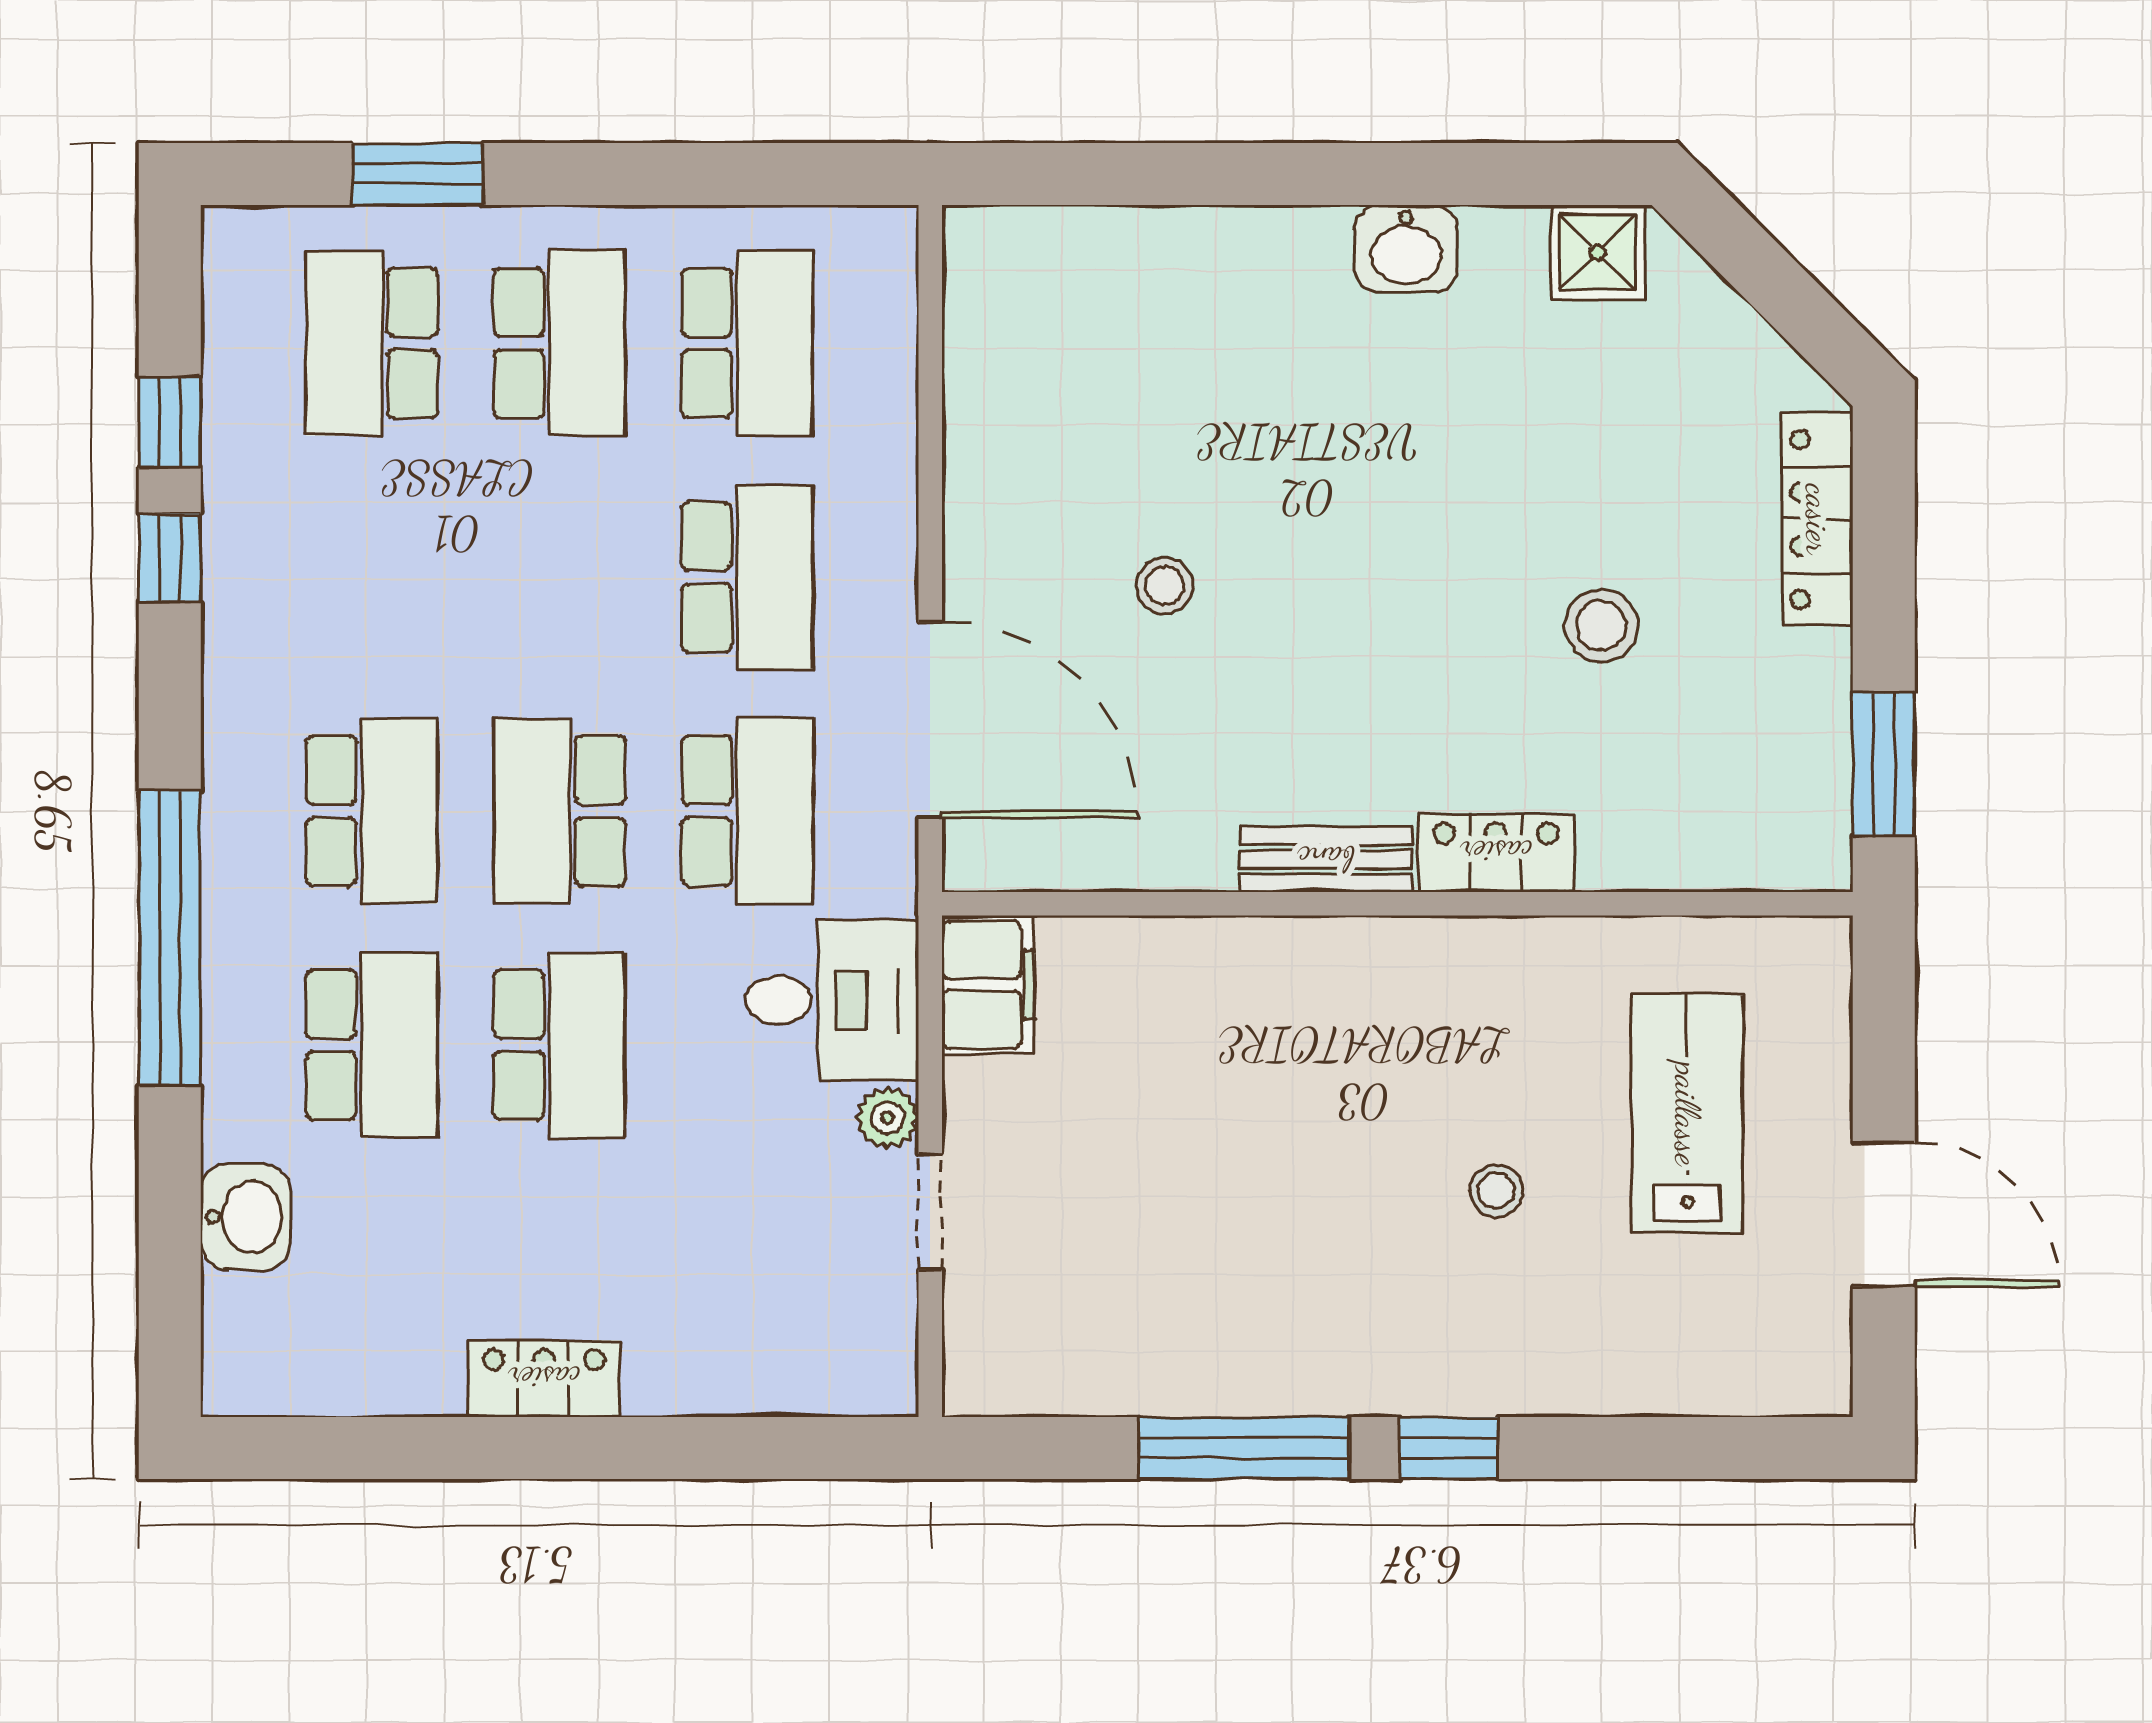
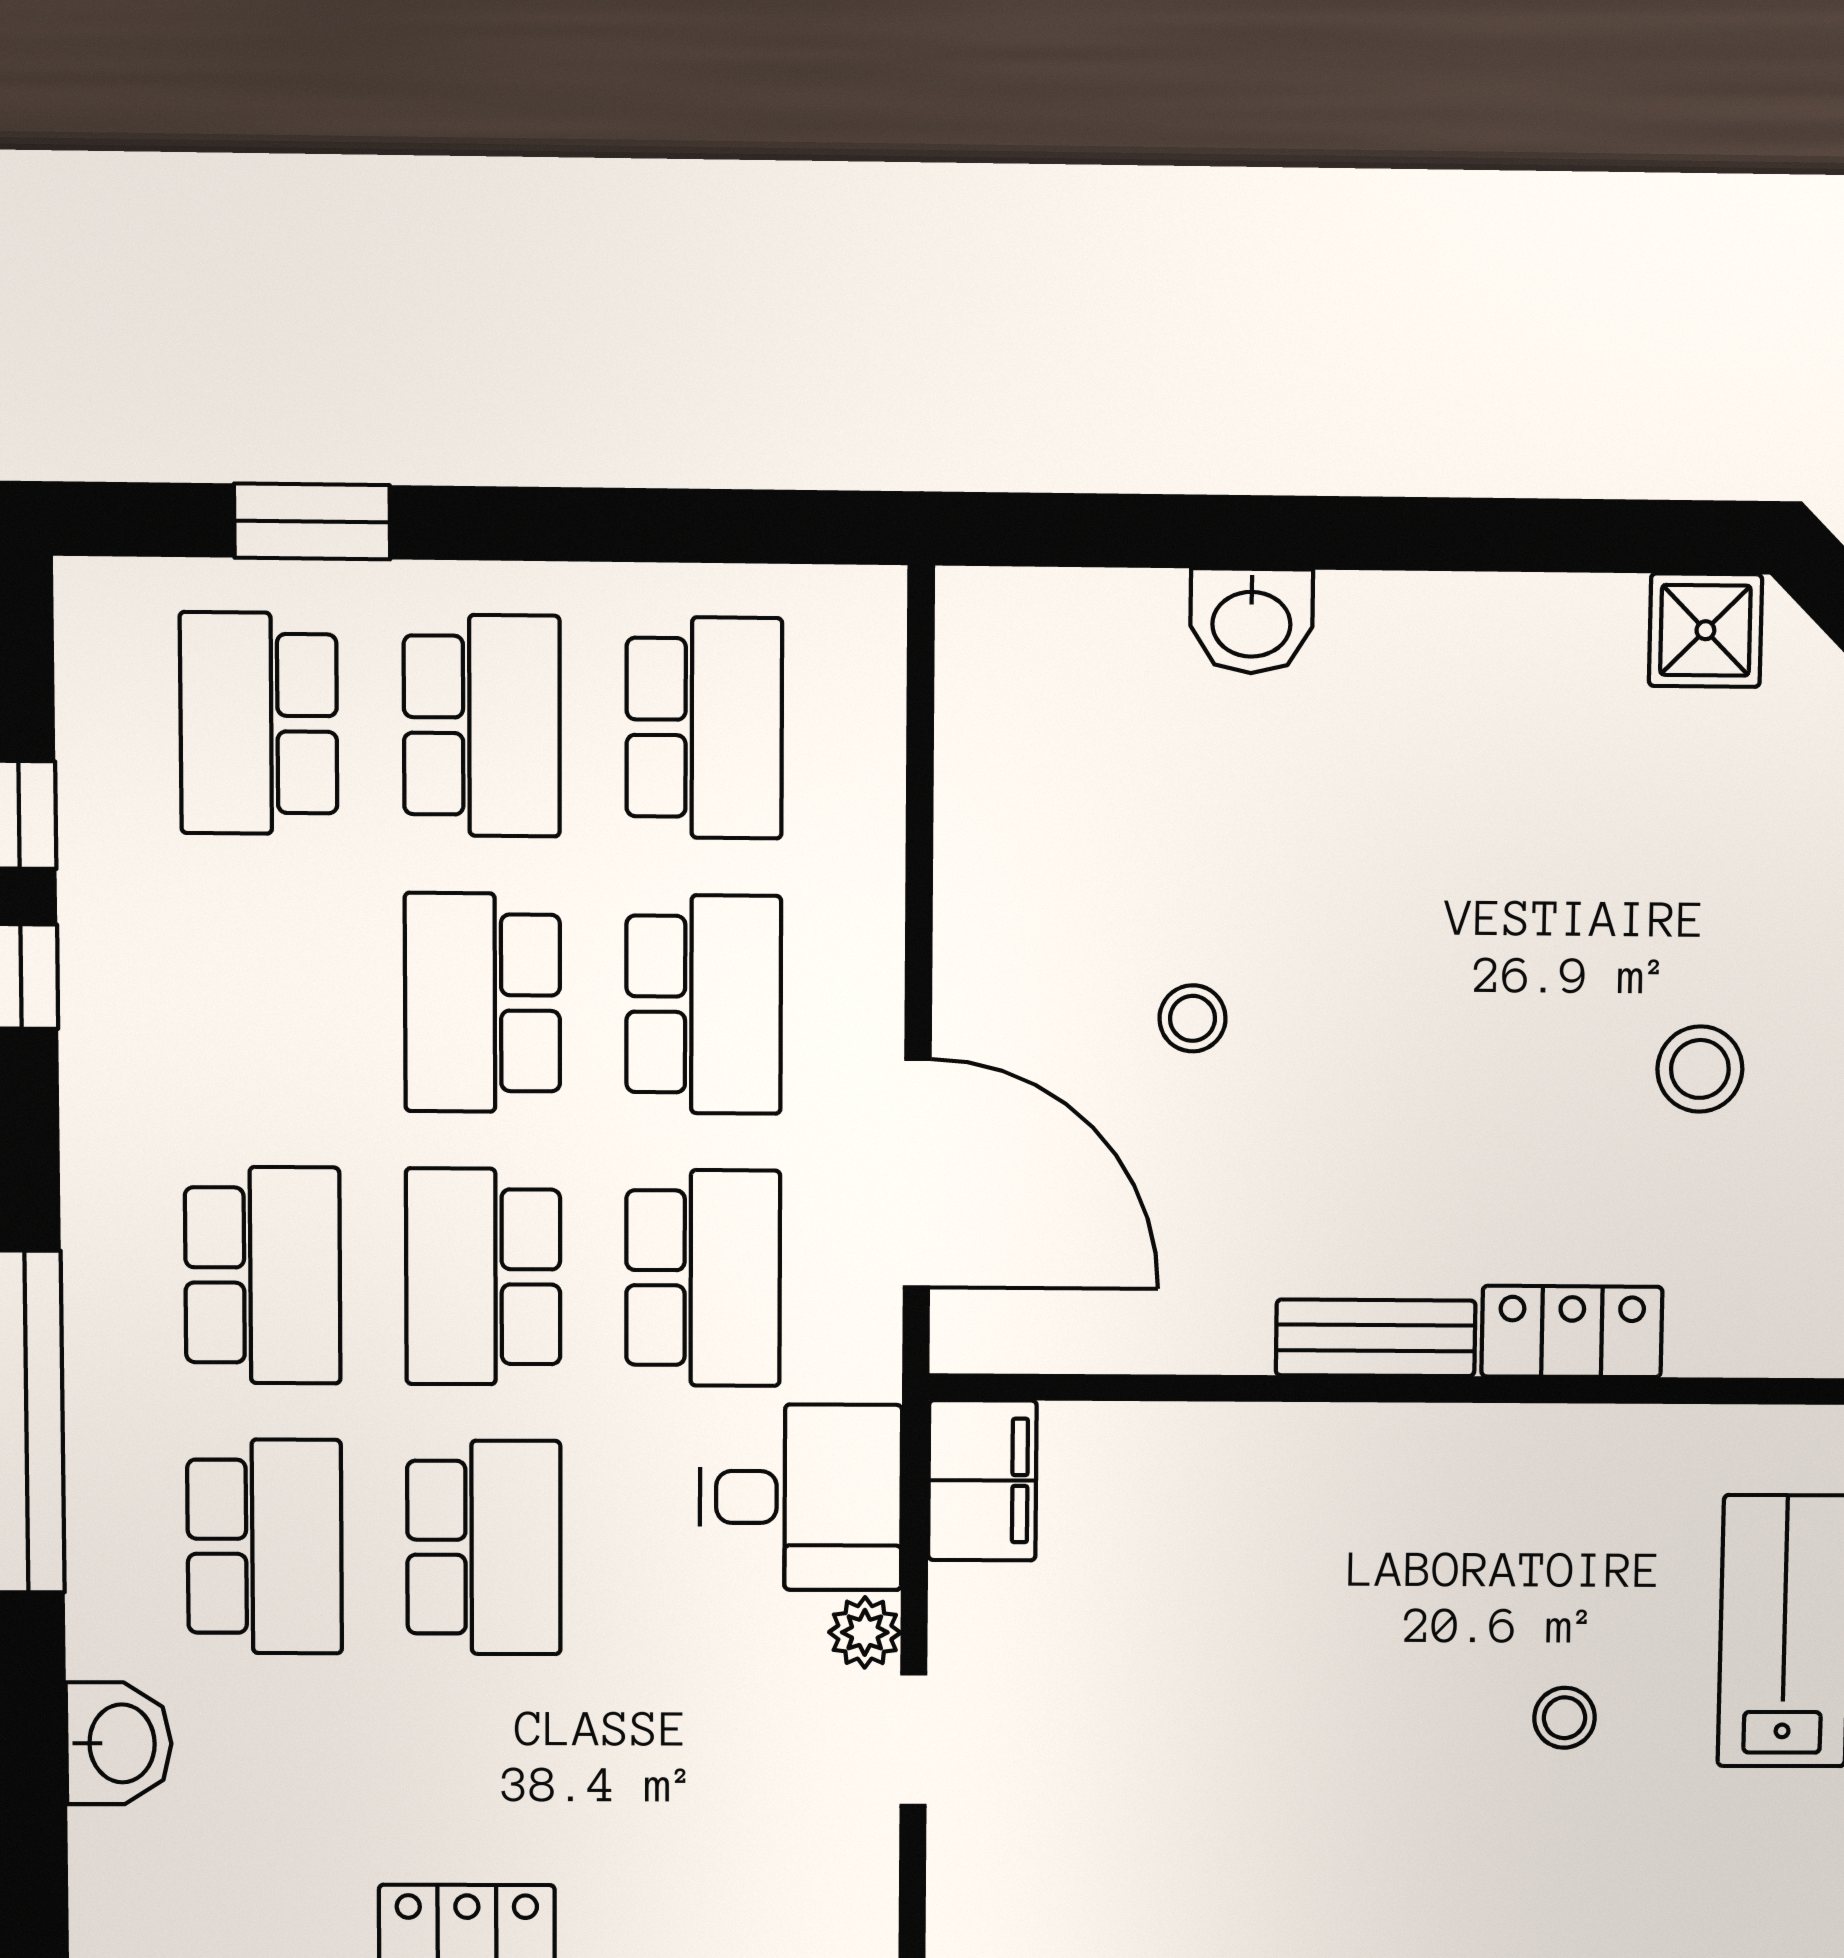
washbasin: (1406, 249) -> (1251, 621), moved
school desk: (560, 577) -> (483, 1003), added

